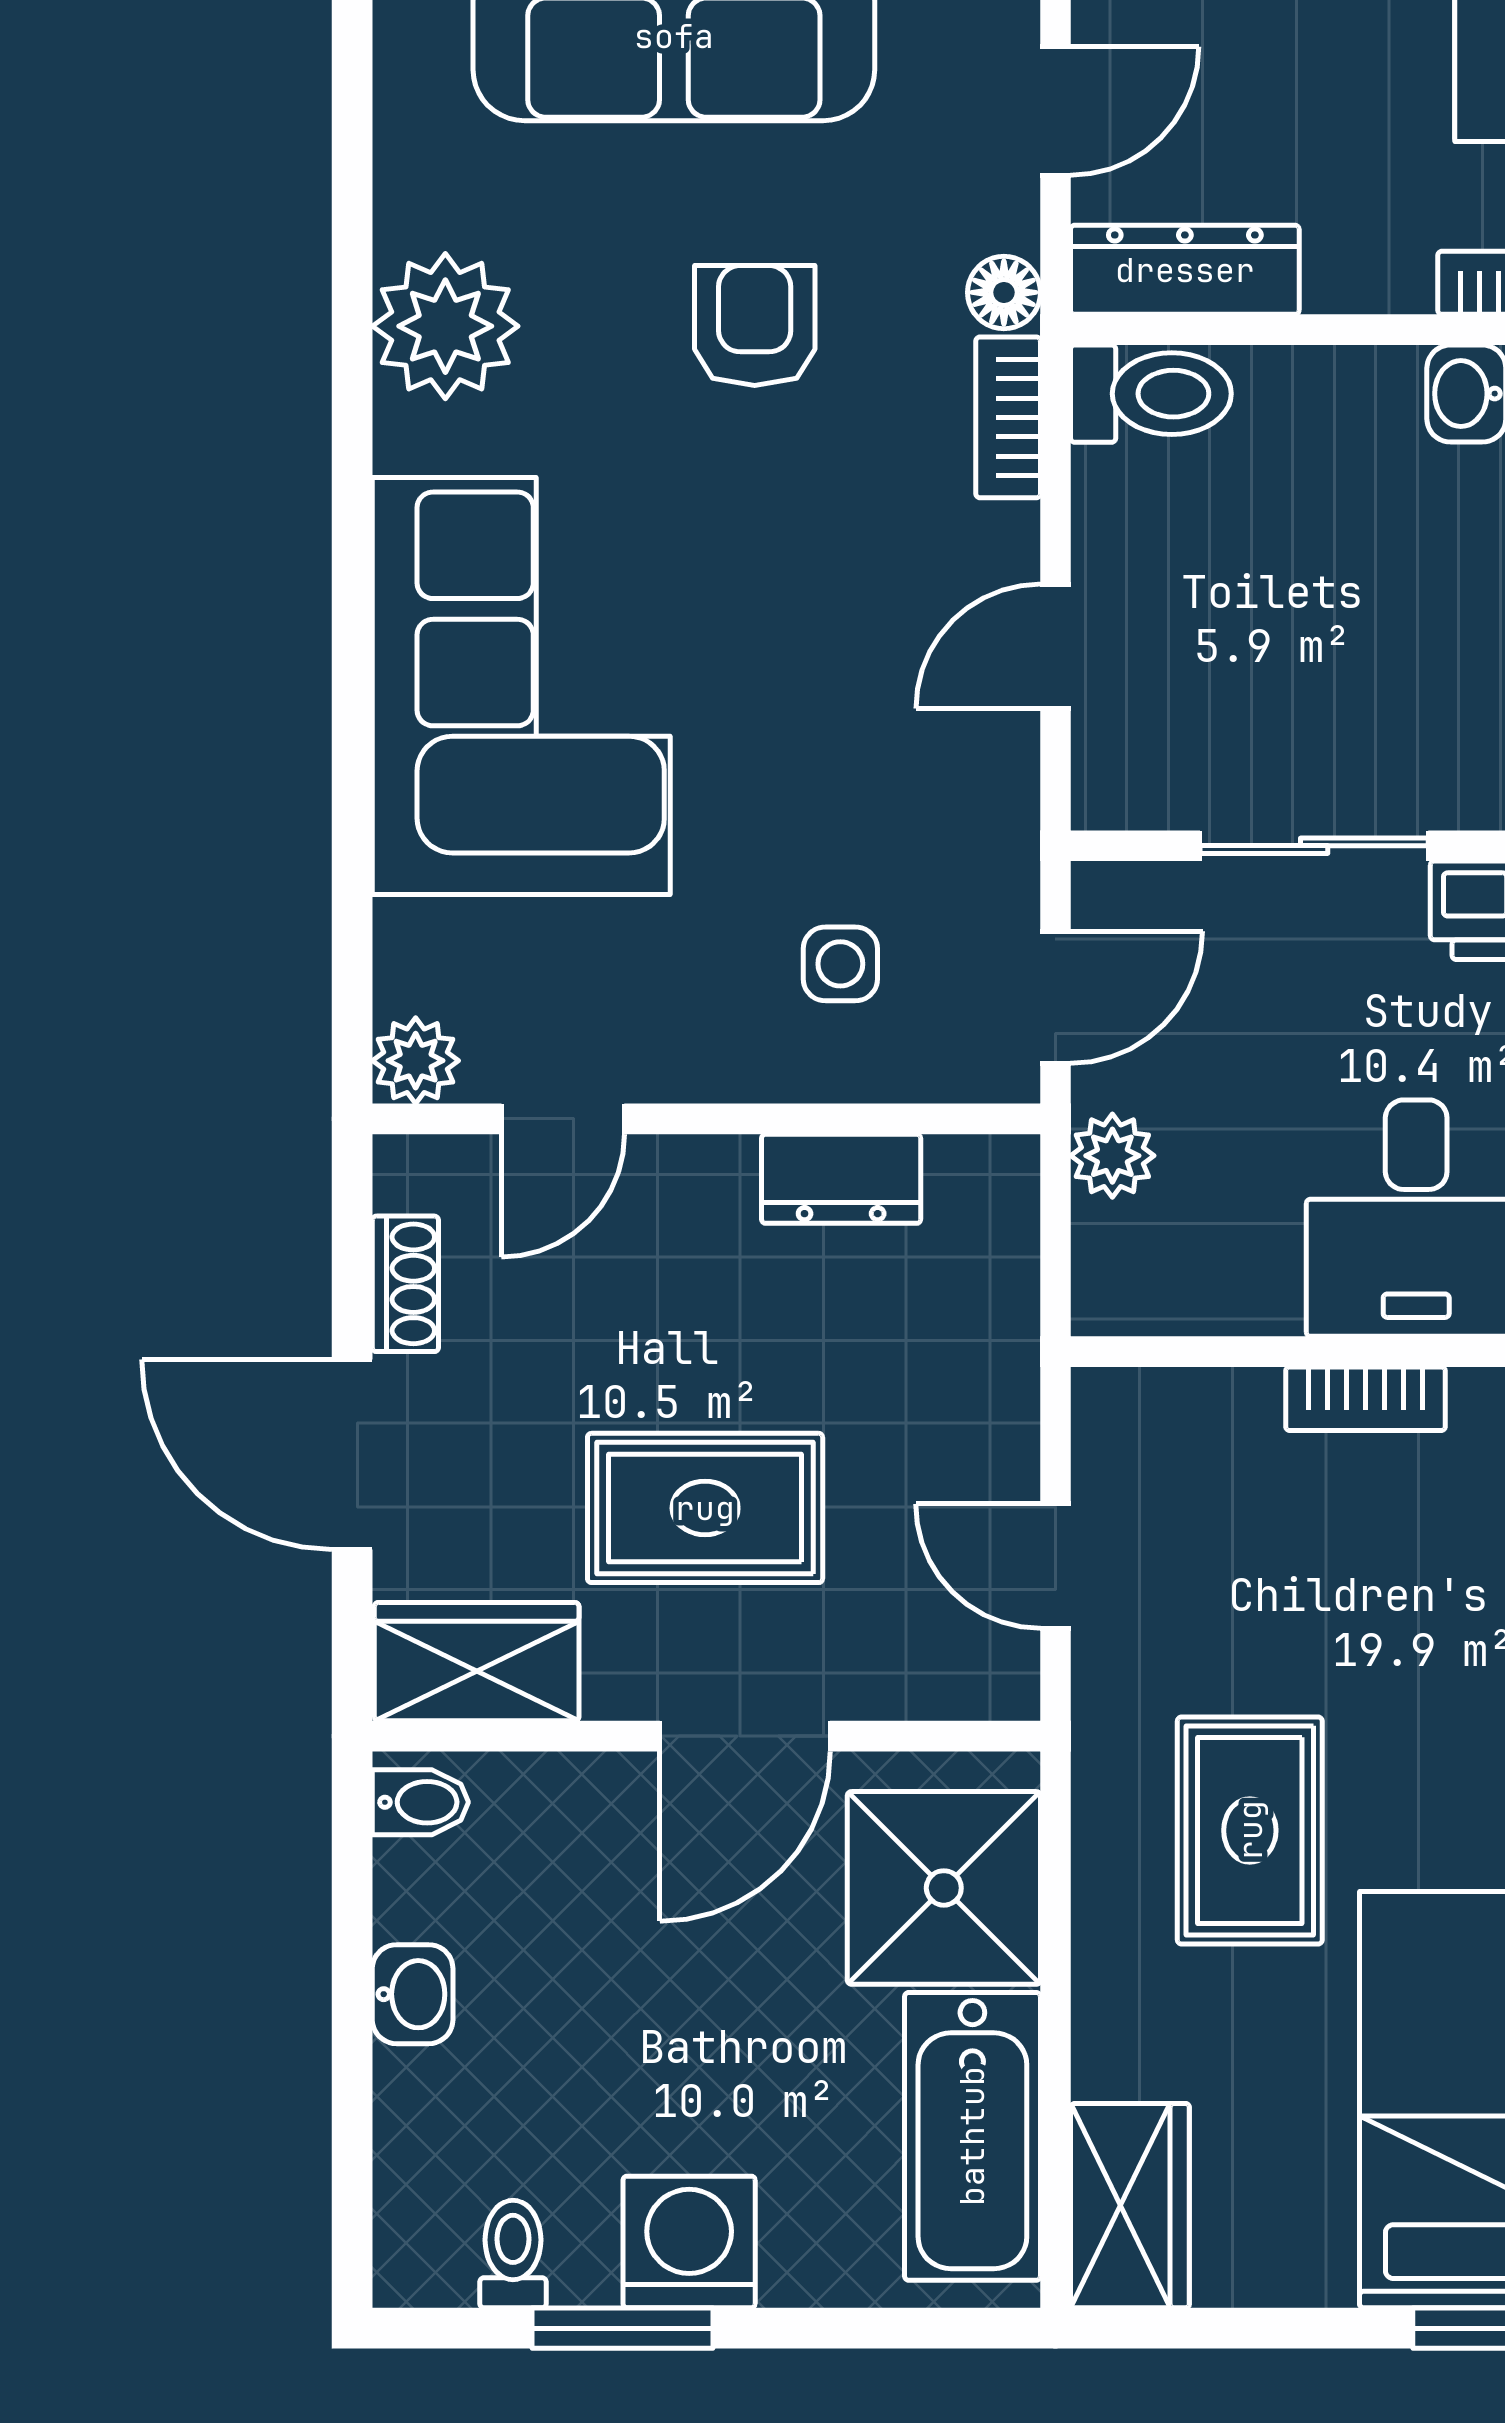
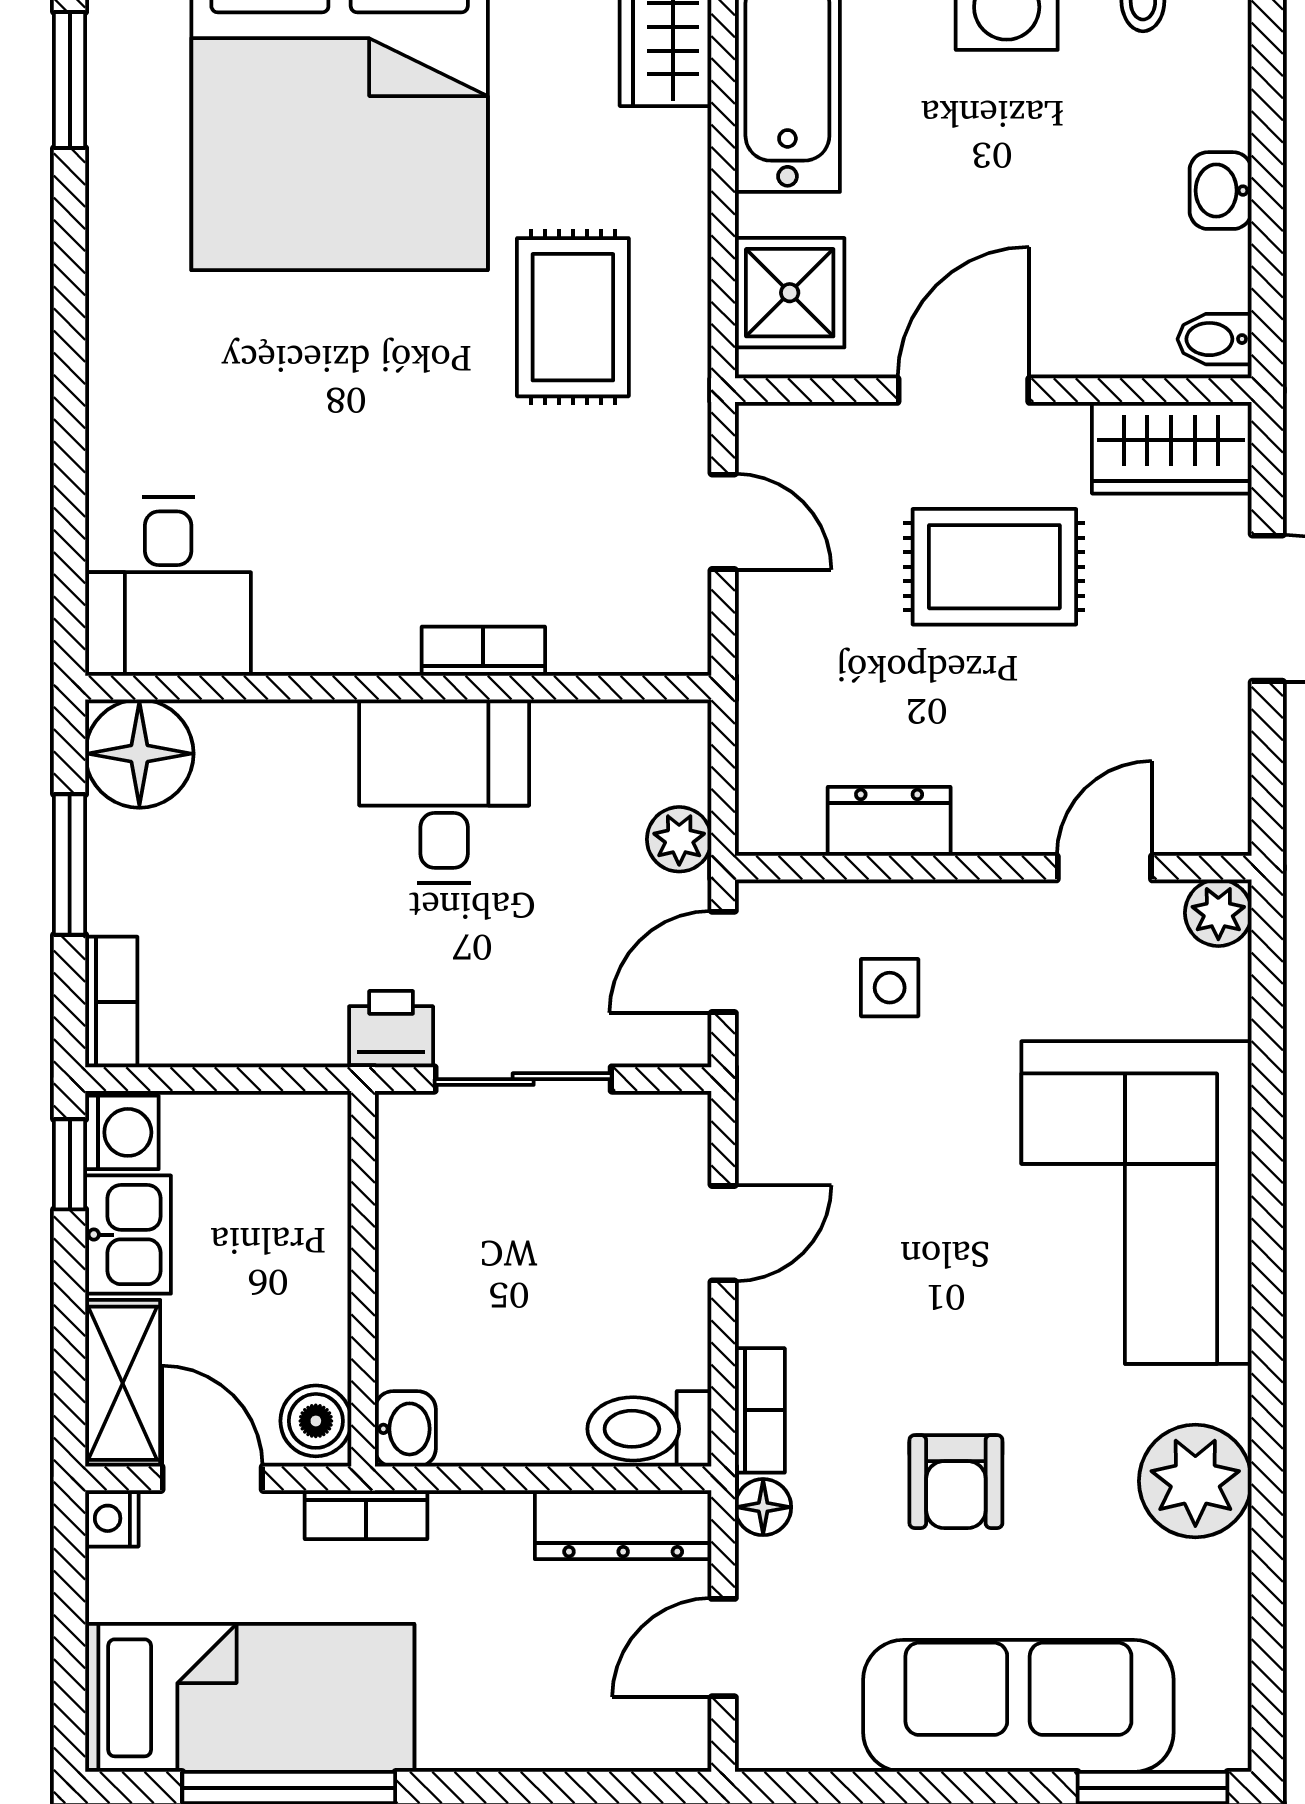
shoe rack: (405, 1284) -> (1226, 740), removed
shower: (944, 1888) -> (790, 293), width x0.73, depth x0.73

